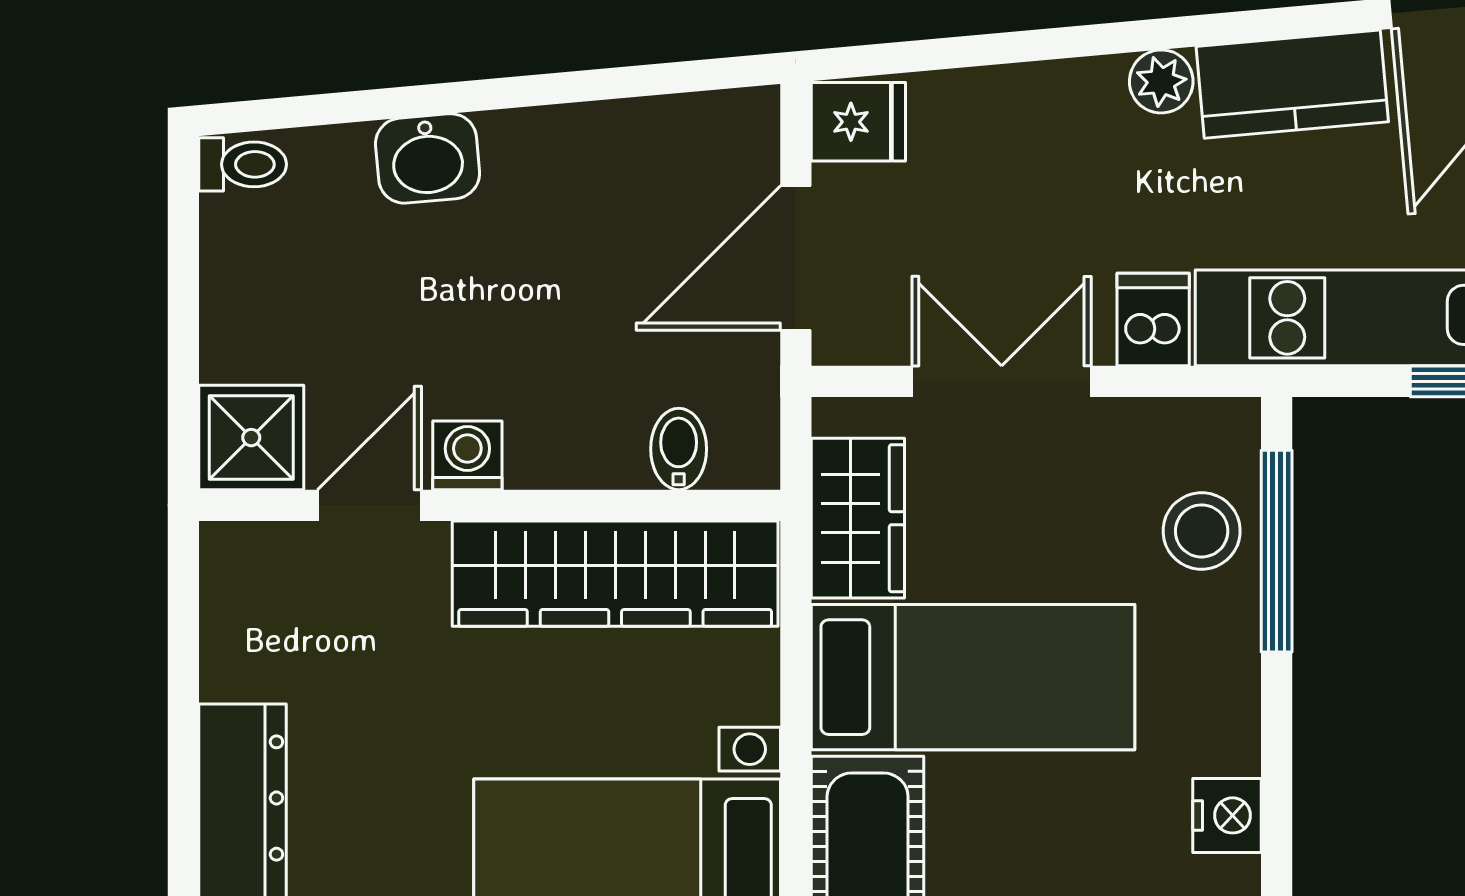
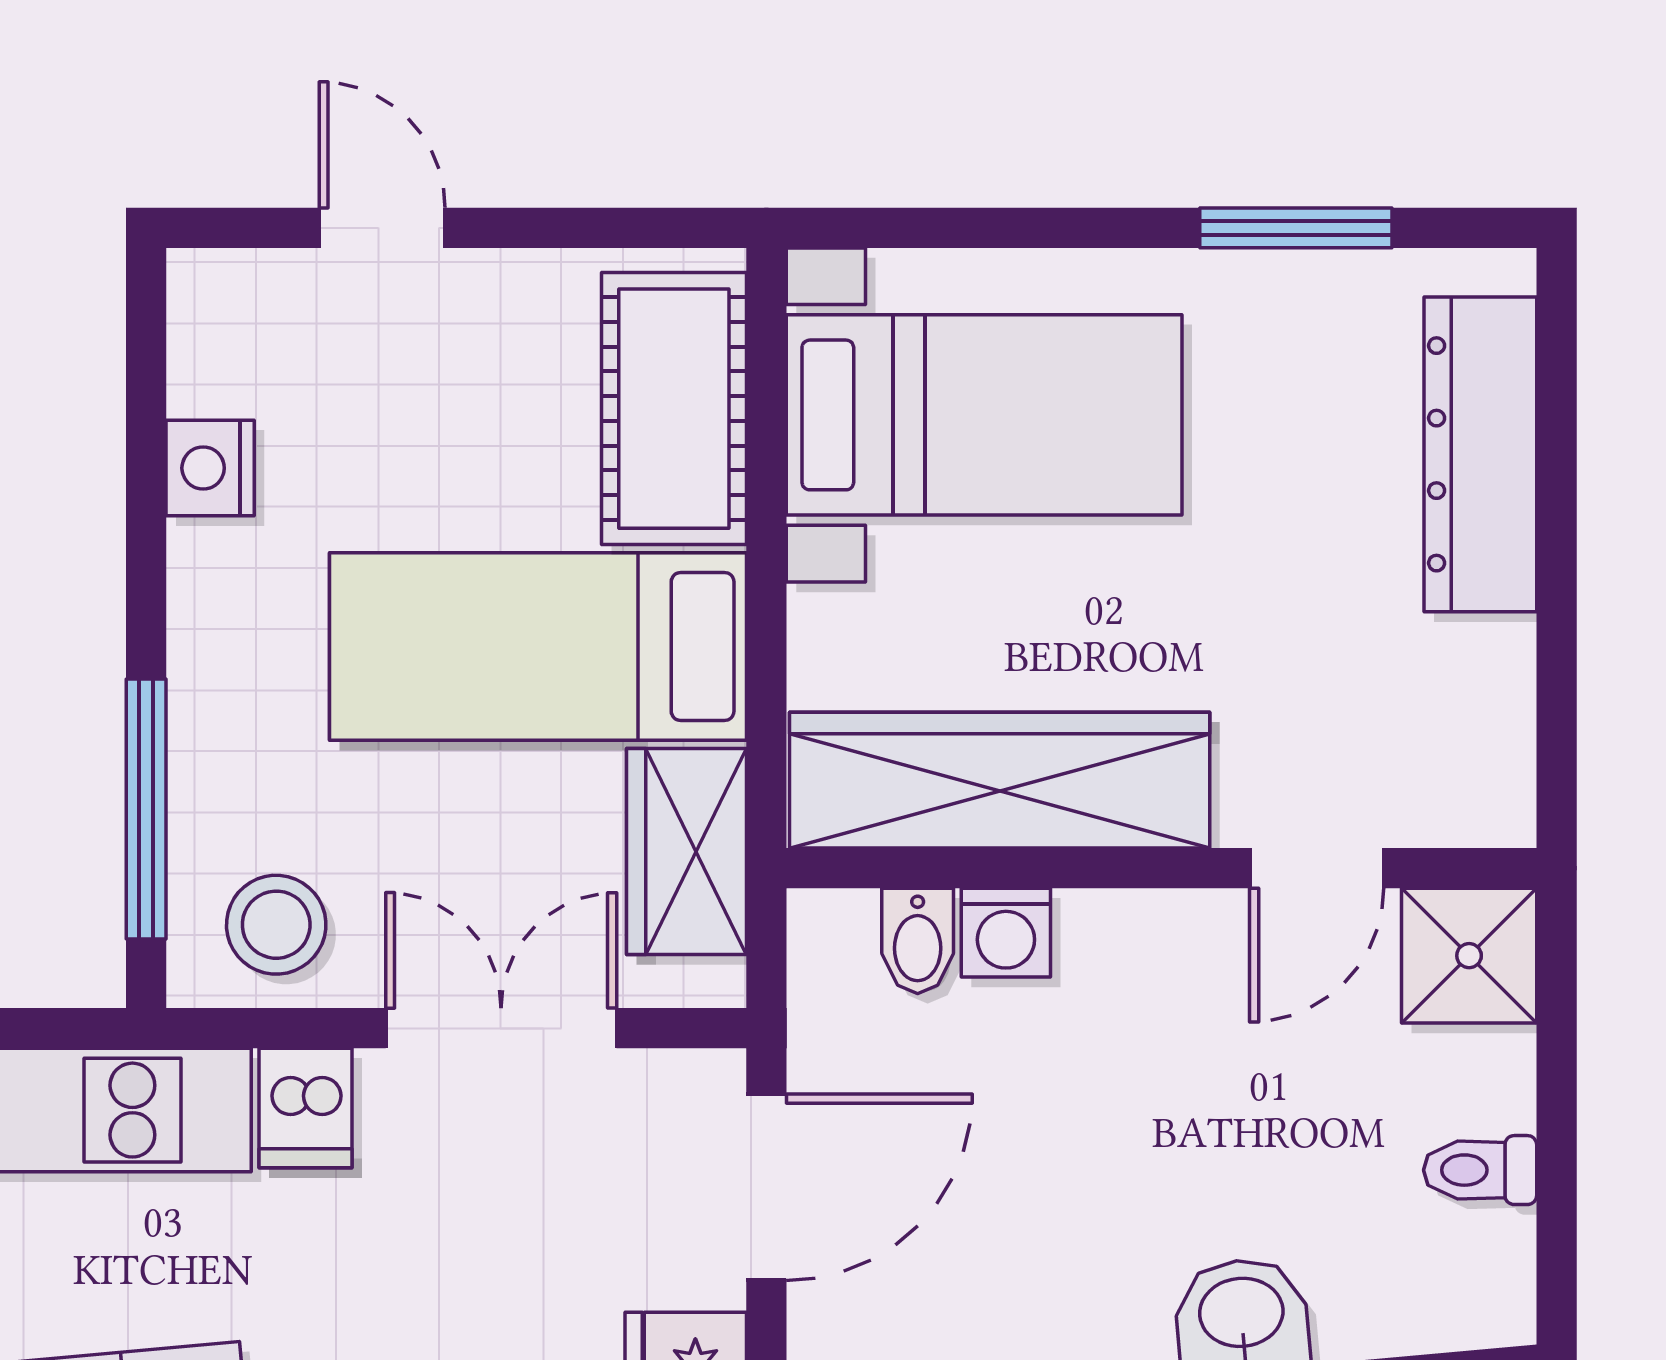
toilet: (243, 164) -> (1480, 1170), moved
double door: (1002, 381) -> (501, 1028), swing flipped
washing machine: (467, 455) -> (1006, 933), moved
stool: (1202, 531) -> (276, 925), moved

